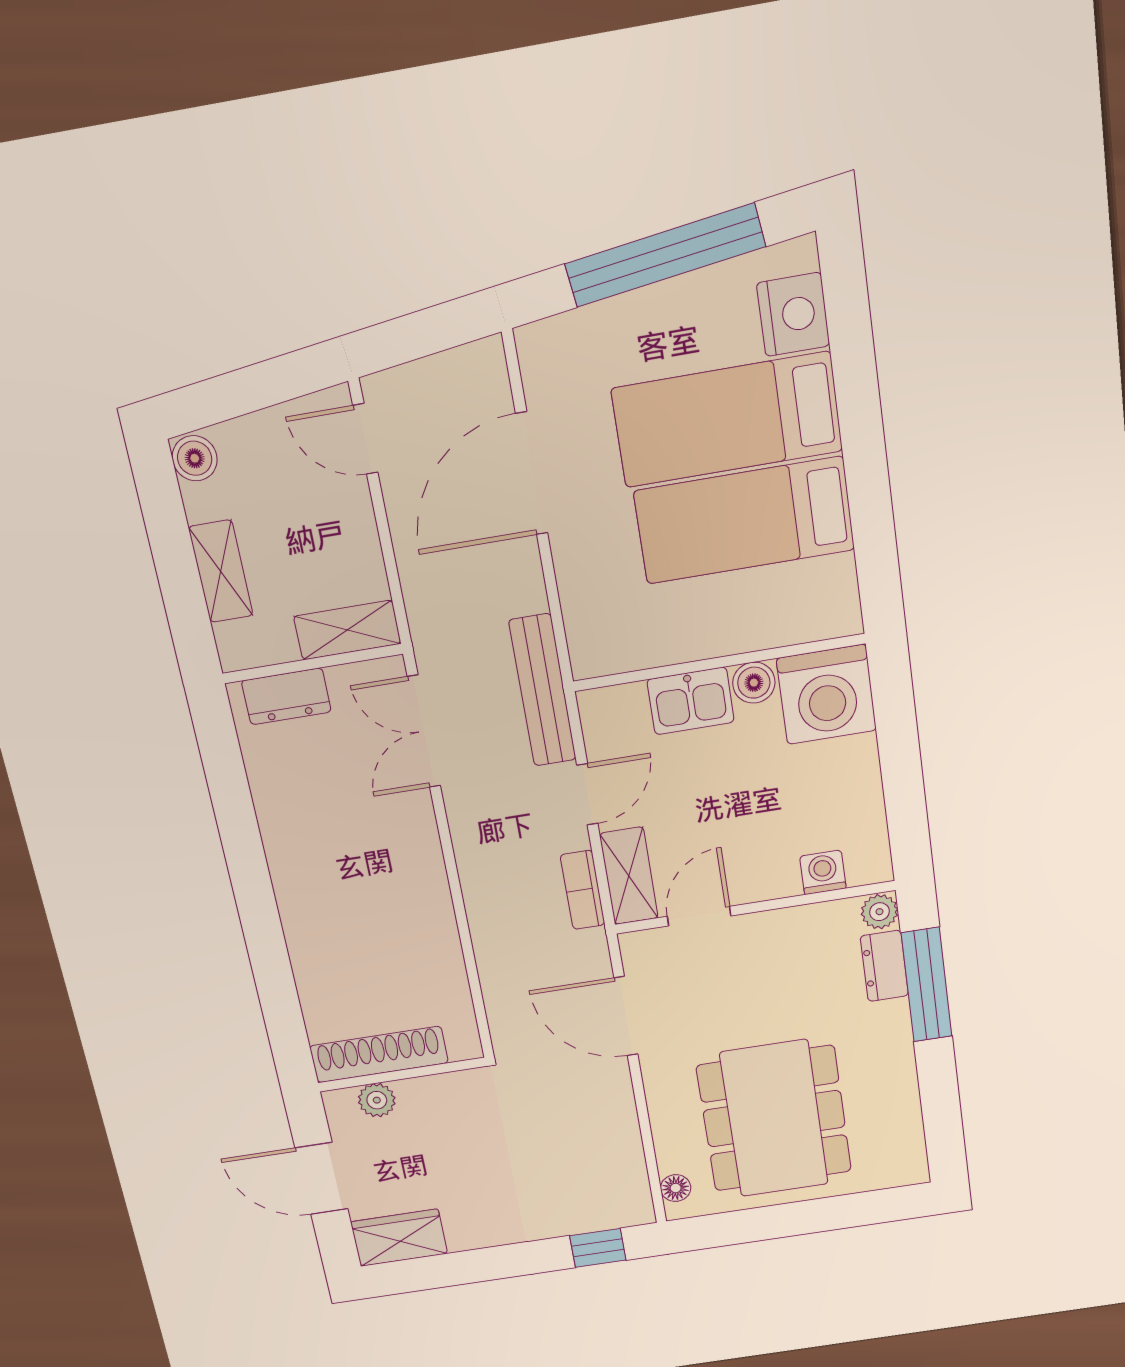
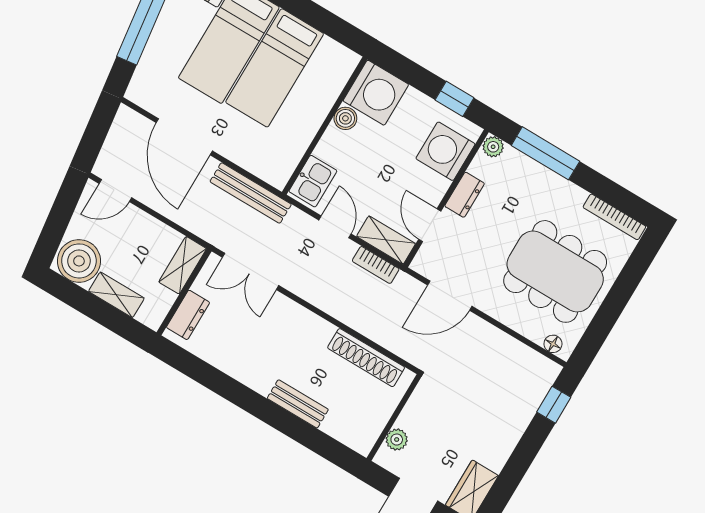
boiler: (195, 458) -> (79, 261), width x1.86, depth x1.86
bench: (543, 690) -> (251, 193), moved
kitchen sink: (691, 701) -> (313, 181), moved
window: (906, 808) -> (454, 99), added
washing machine: (823, 872) -> (445, 151), width x1.89, depth x1.89
bench: (305, 941) -> (298, 404), added
dresser: (884, 966) -> (465, 195), moved, turned -90
shoe rack: (379, 1054) -> (366, 358), moved, turned -90
bookcase: (911, 1134) -> (614, 217), added

